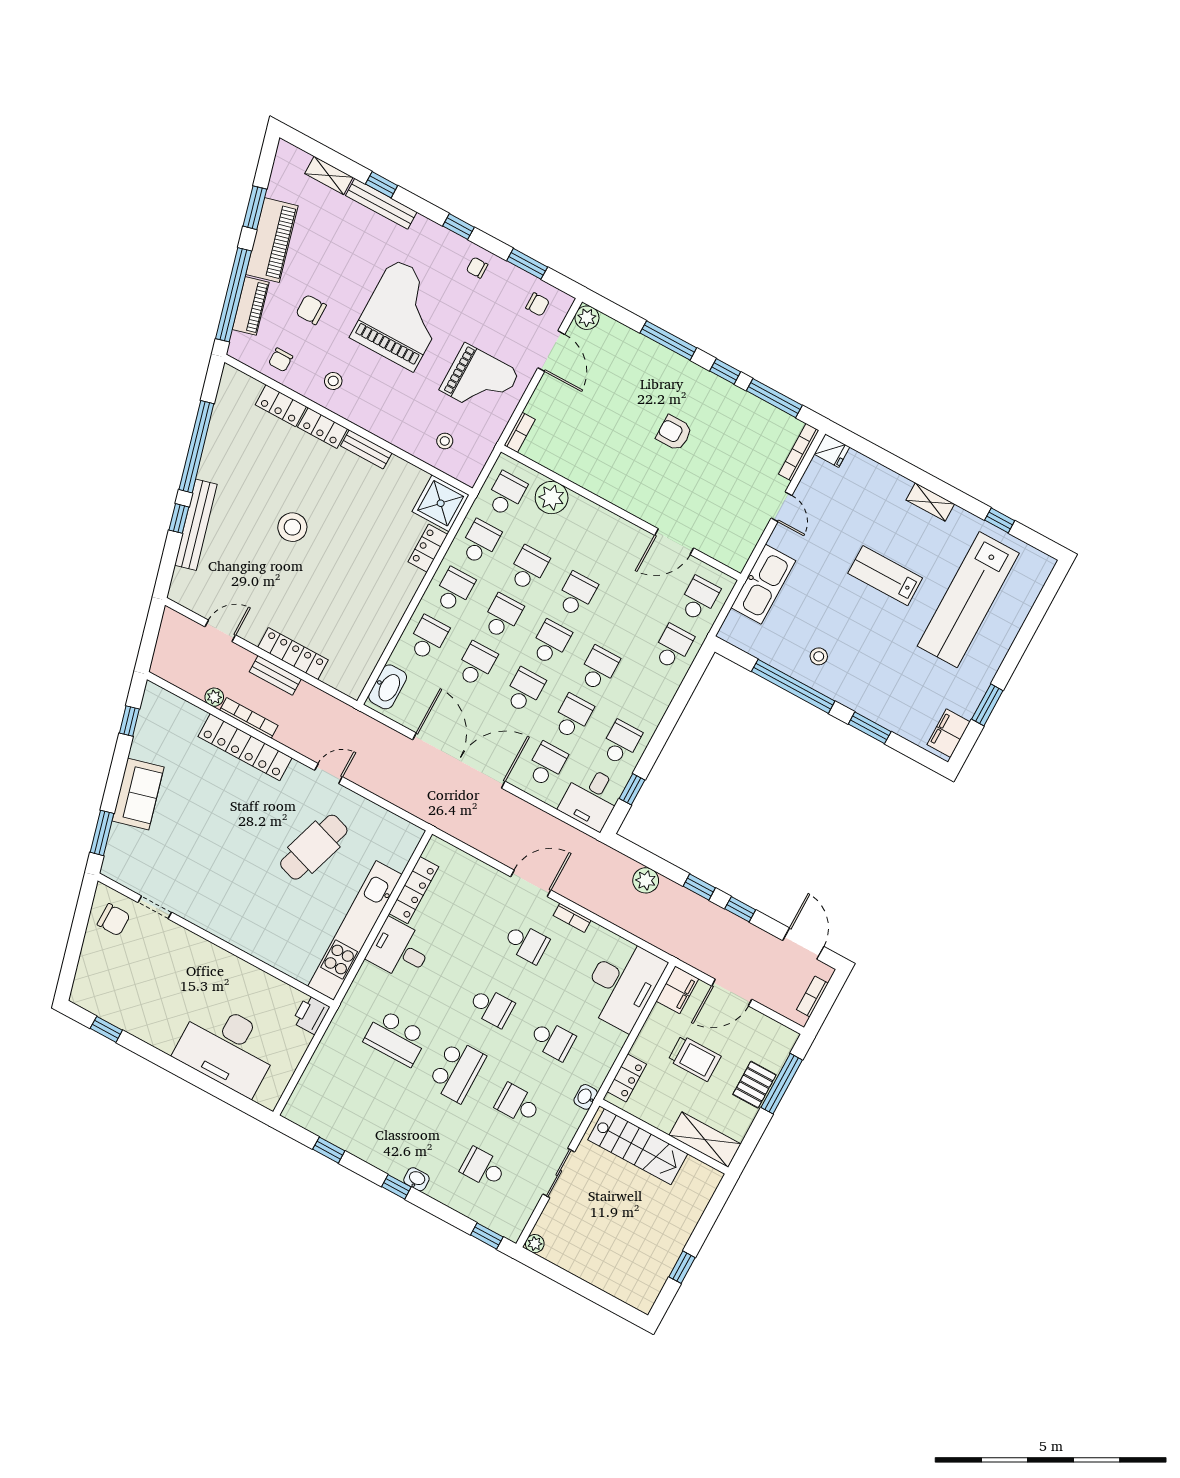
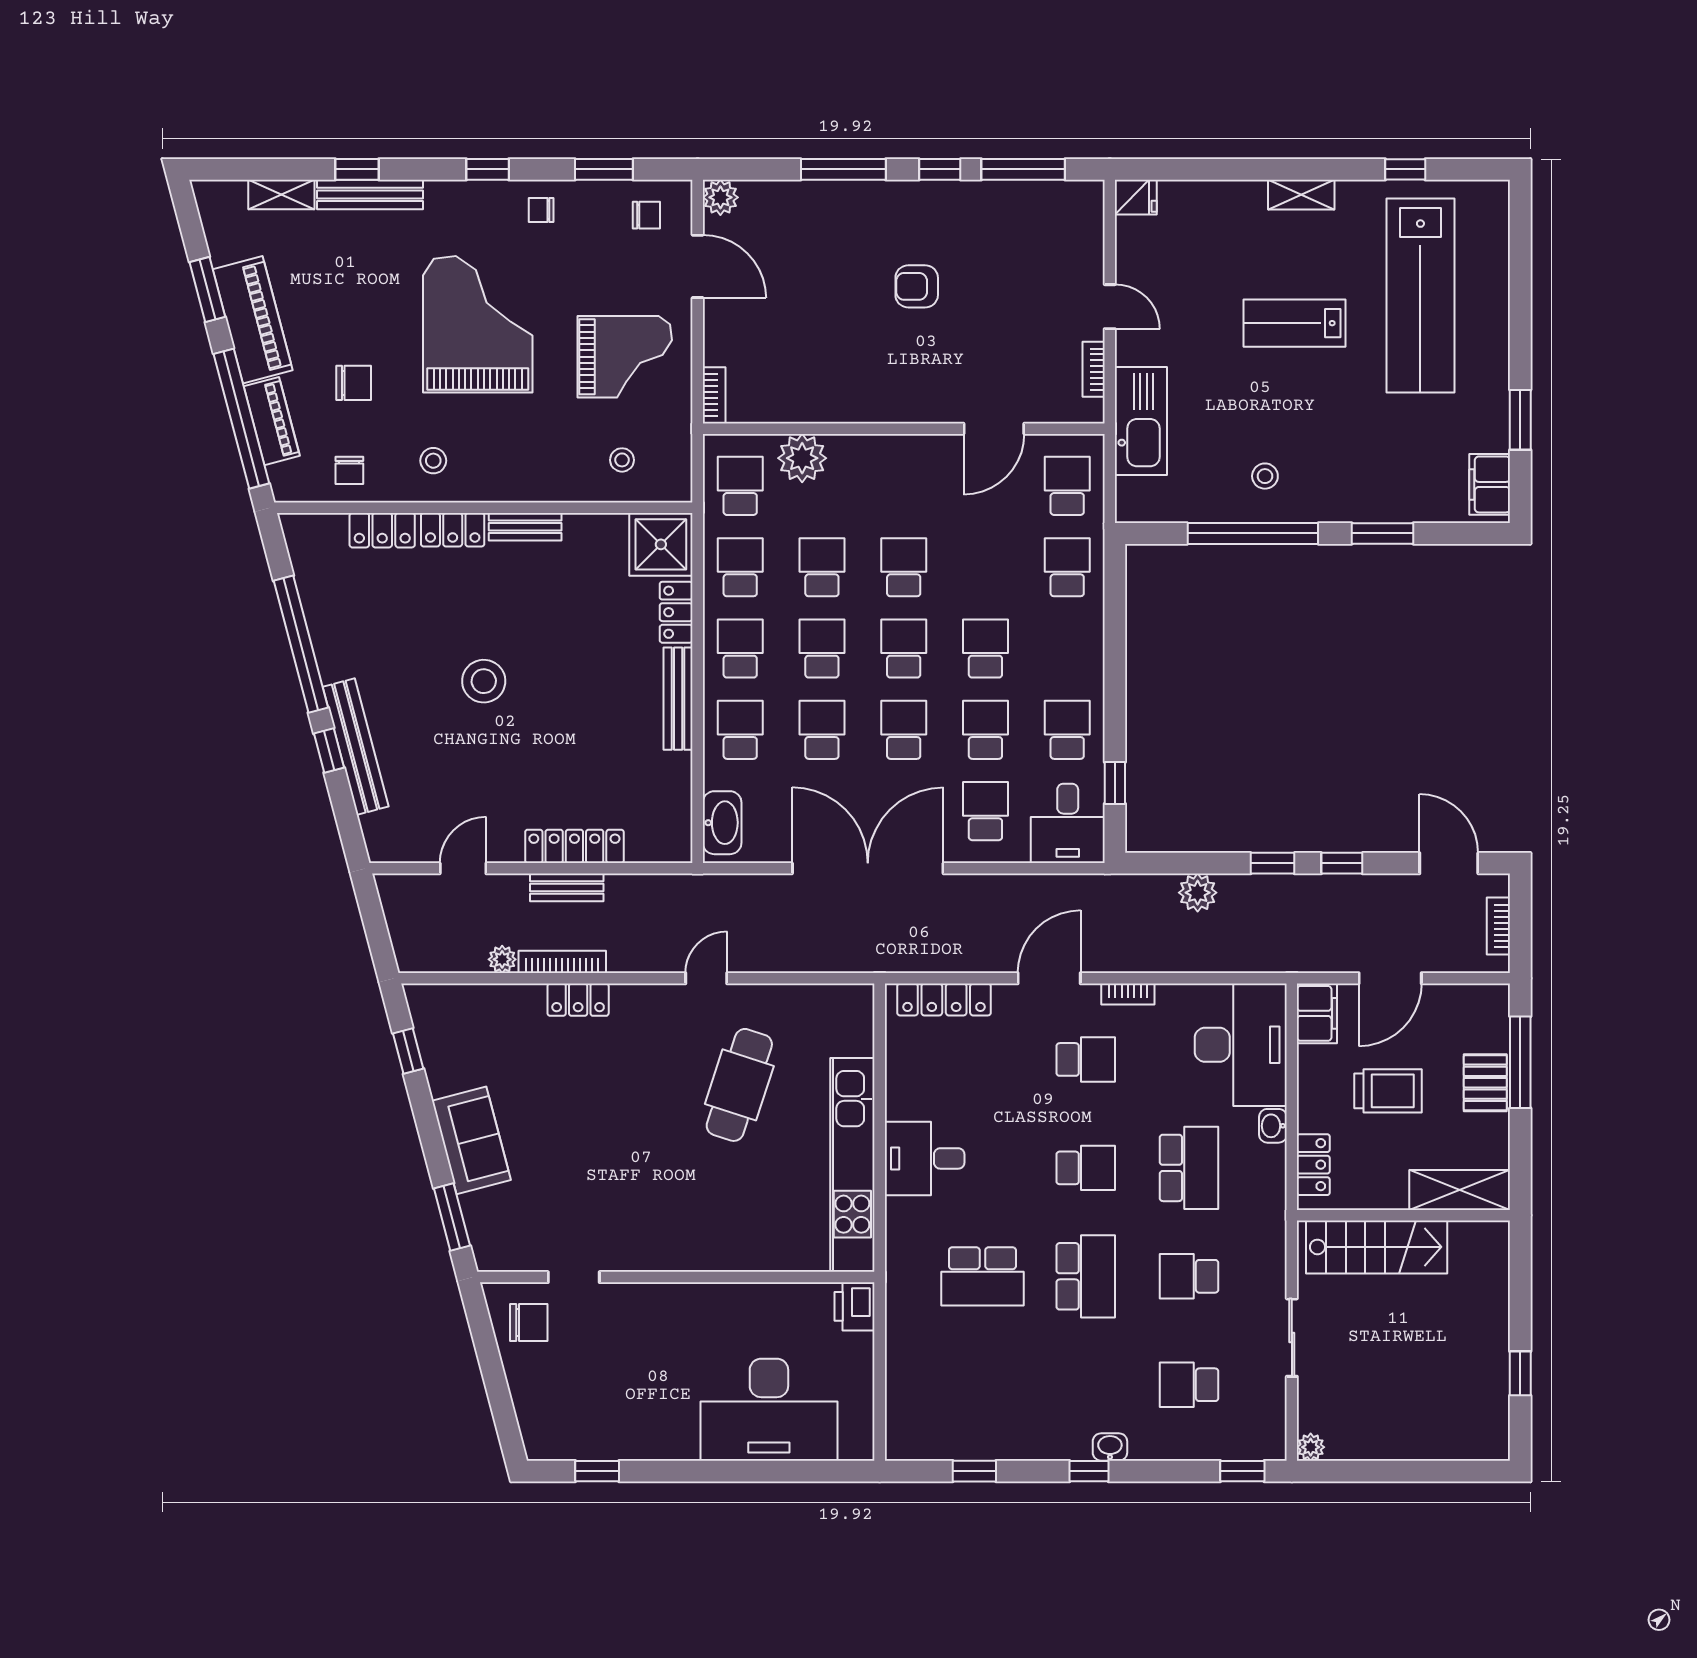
chair: (311, 310) -> (354, 383), turned 180
bookcase: (799, 452) -> (1094, 369), moved, width x0.64
bench: (401, 600) -> (678, 699), added
locker: (245, 747) -> (578, 1000), width x0.46, depth x0.83
locker: (414, 890) -> (944, 999), moved, turned 90
school desk: (552, 1040) -> (1189, 1168), width x1.85
washbasin: (586, 1097) -> (1273, 1126), moved

